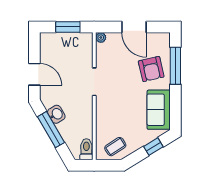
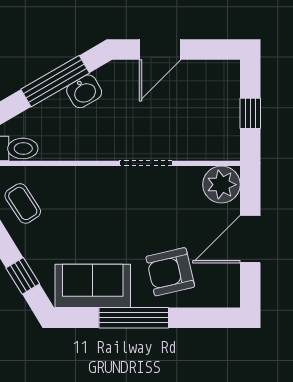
window: (68, 27) -> (250, 113), width x0.67
plant: (101, 37) -> (221, 185), width x1.87, depth x1.87
window: (175, 66) -> (134, 318), moved

